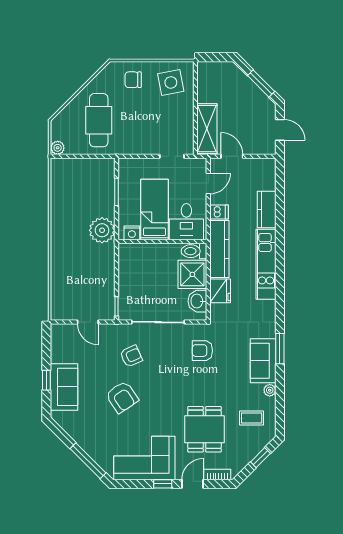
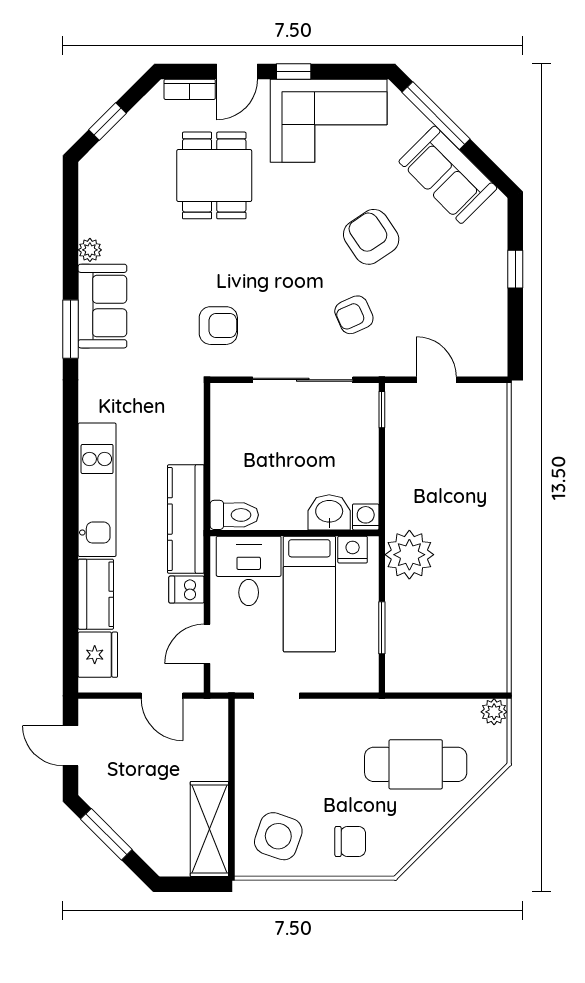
side table: (171, 82) -> (278, 836), turned 30
cafe table: (99, 120) -> (416, 764), turned 90
shelving: (207, 129) -> (209, 829), moved
washing machine: (125, 250) -> (366, 517), added
shower: (192, 274) -> (237, 471), removed
fridge: (220, 291) -> (98, 655), moved, turned 180
washbasin: (197, 301) -> (329, 512), moved, turned -90
sofa: (64, 387) -> (448, 175), moved, turned -45
coffee table: (252, 418) -> (124, 197), removed

